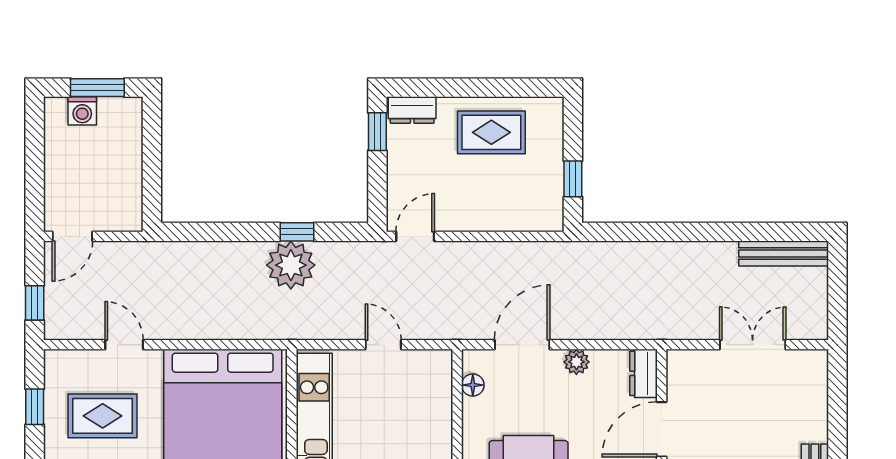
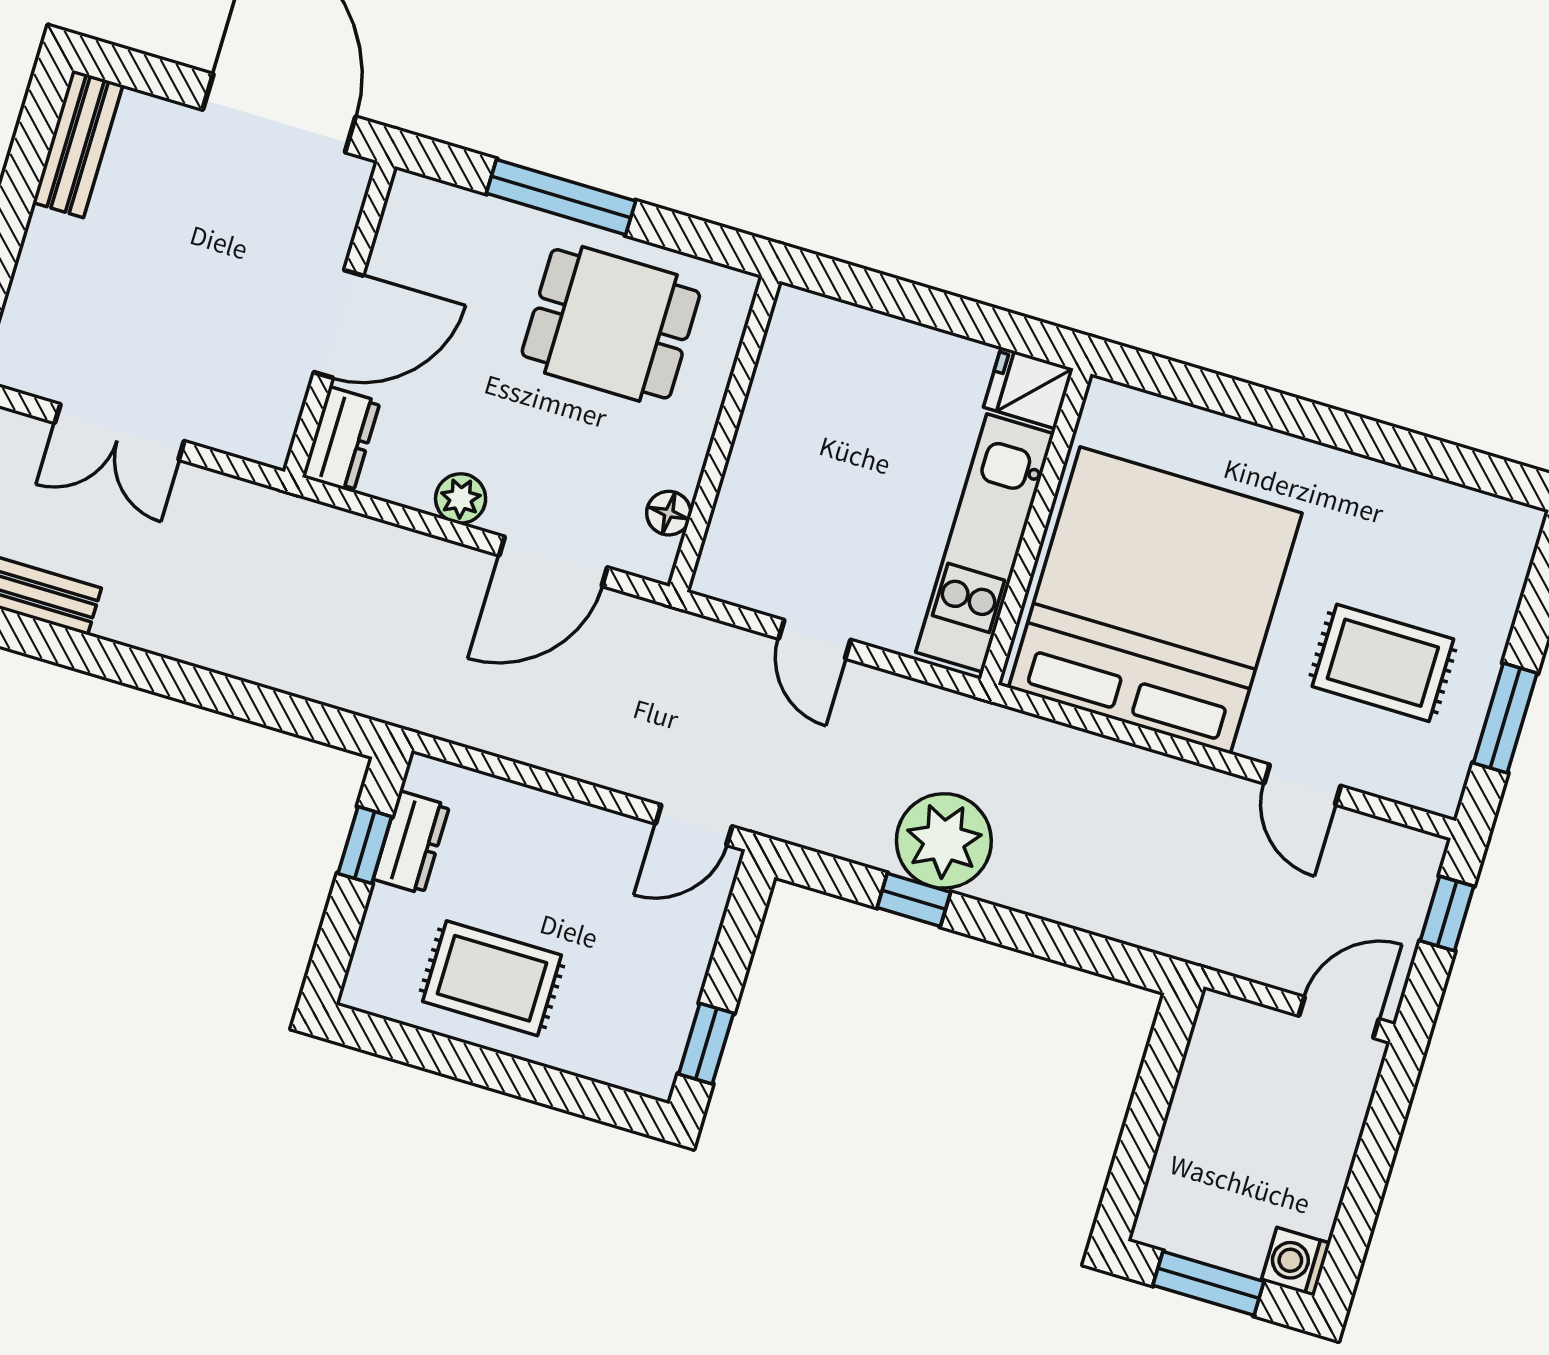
dresser: (412, 110) -> (411, 842), moved, turned 90
washing machine: (82, 111) -> (1296, 1262), moved, turned -90
window: (35, 407) -> (1505, 718), width x1.50

